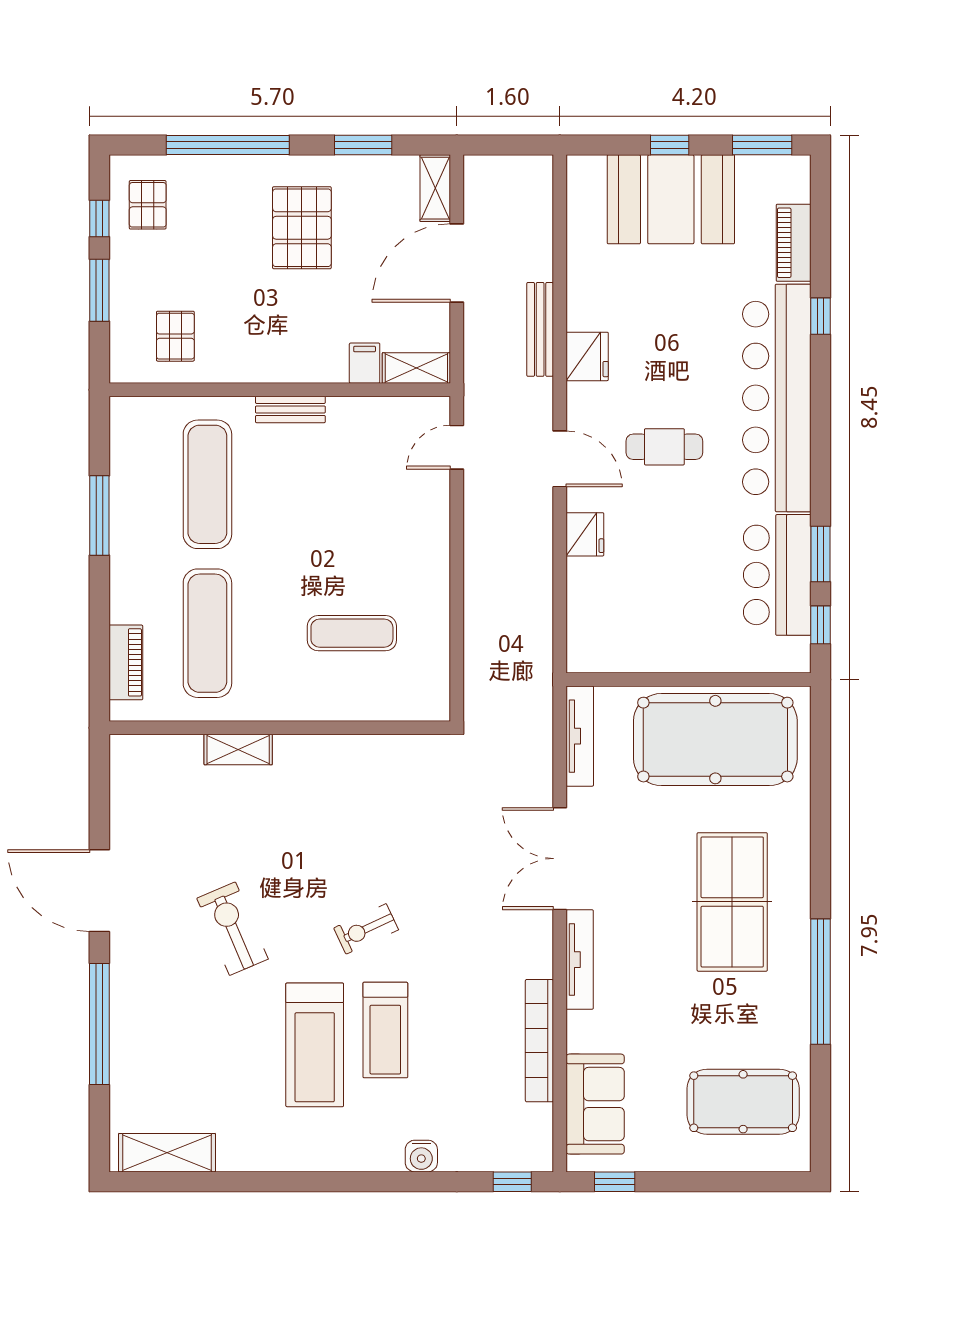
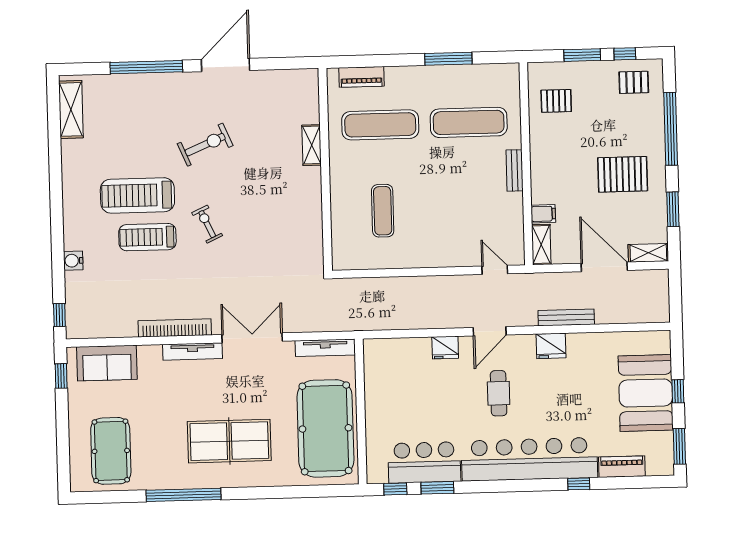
bookcase: (539, 1041) -> (175, 328), moved

